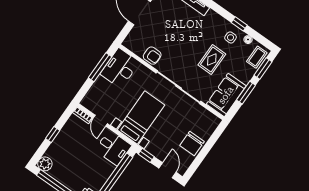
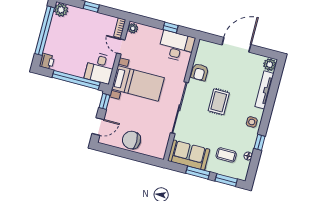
side table: (231, 37) -> (252, 122), moved
coffee table: (257, 57) -> (226, 155), moved
rug: (212, 60) -> (219, 102), moved, turned 90
window: (100, 67) -> (171, 27), width x0.46
plant: (88, 103) -> (133, 28), added
door: (100, 121) -> (121, 47), hinge flipped

